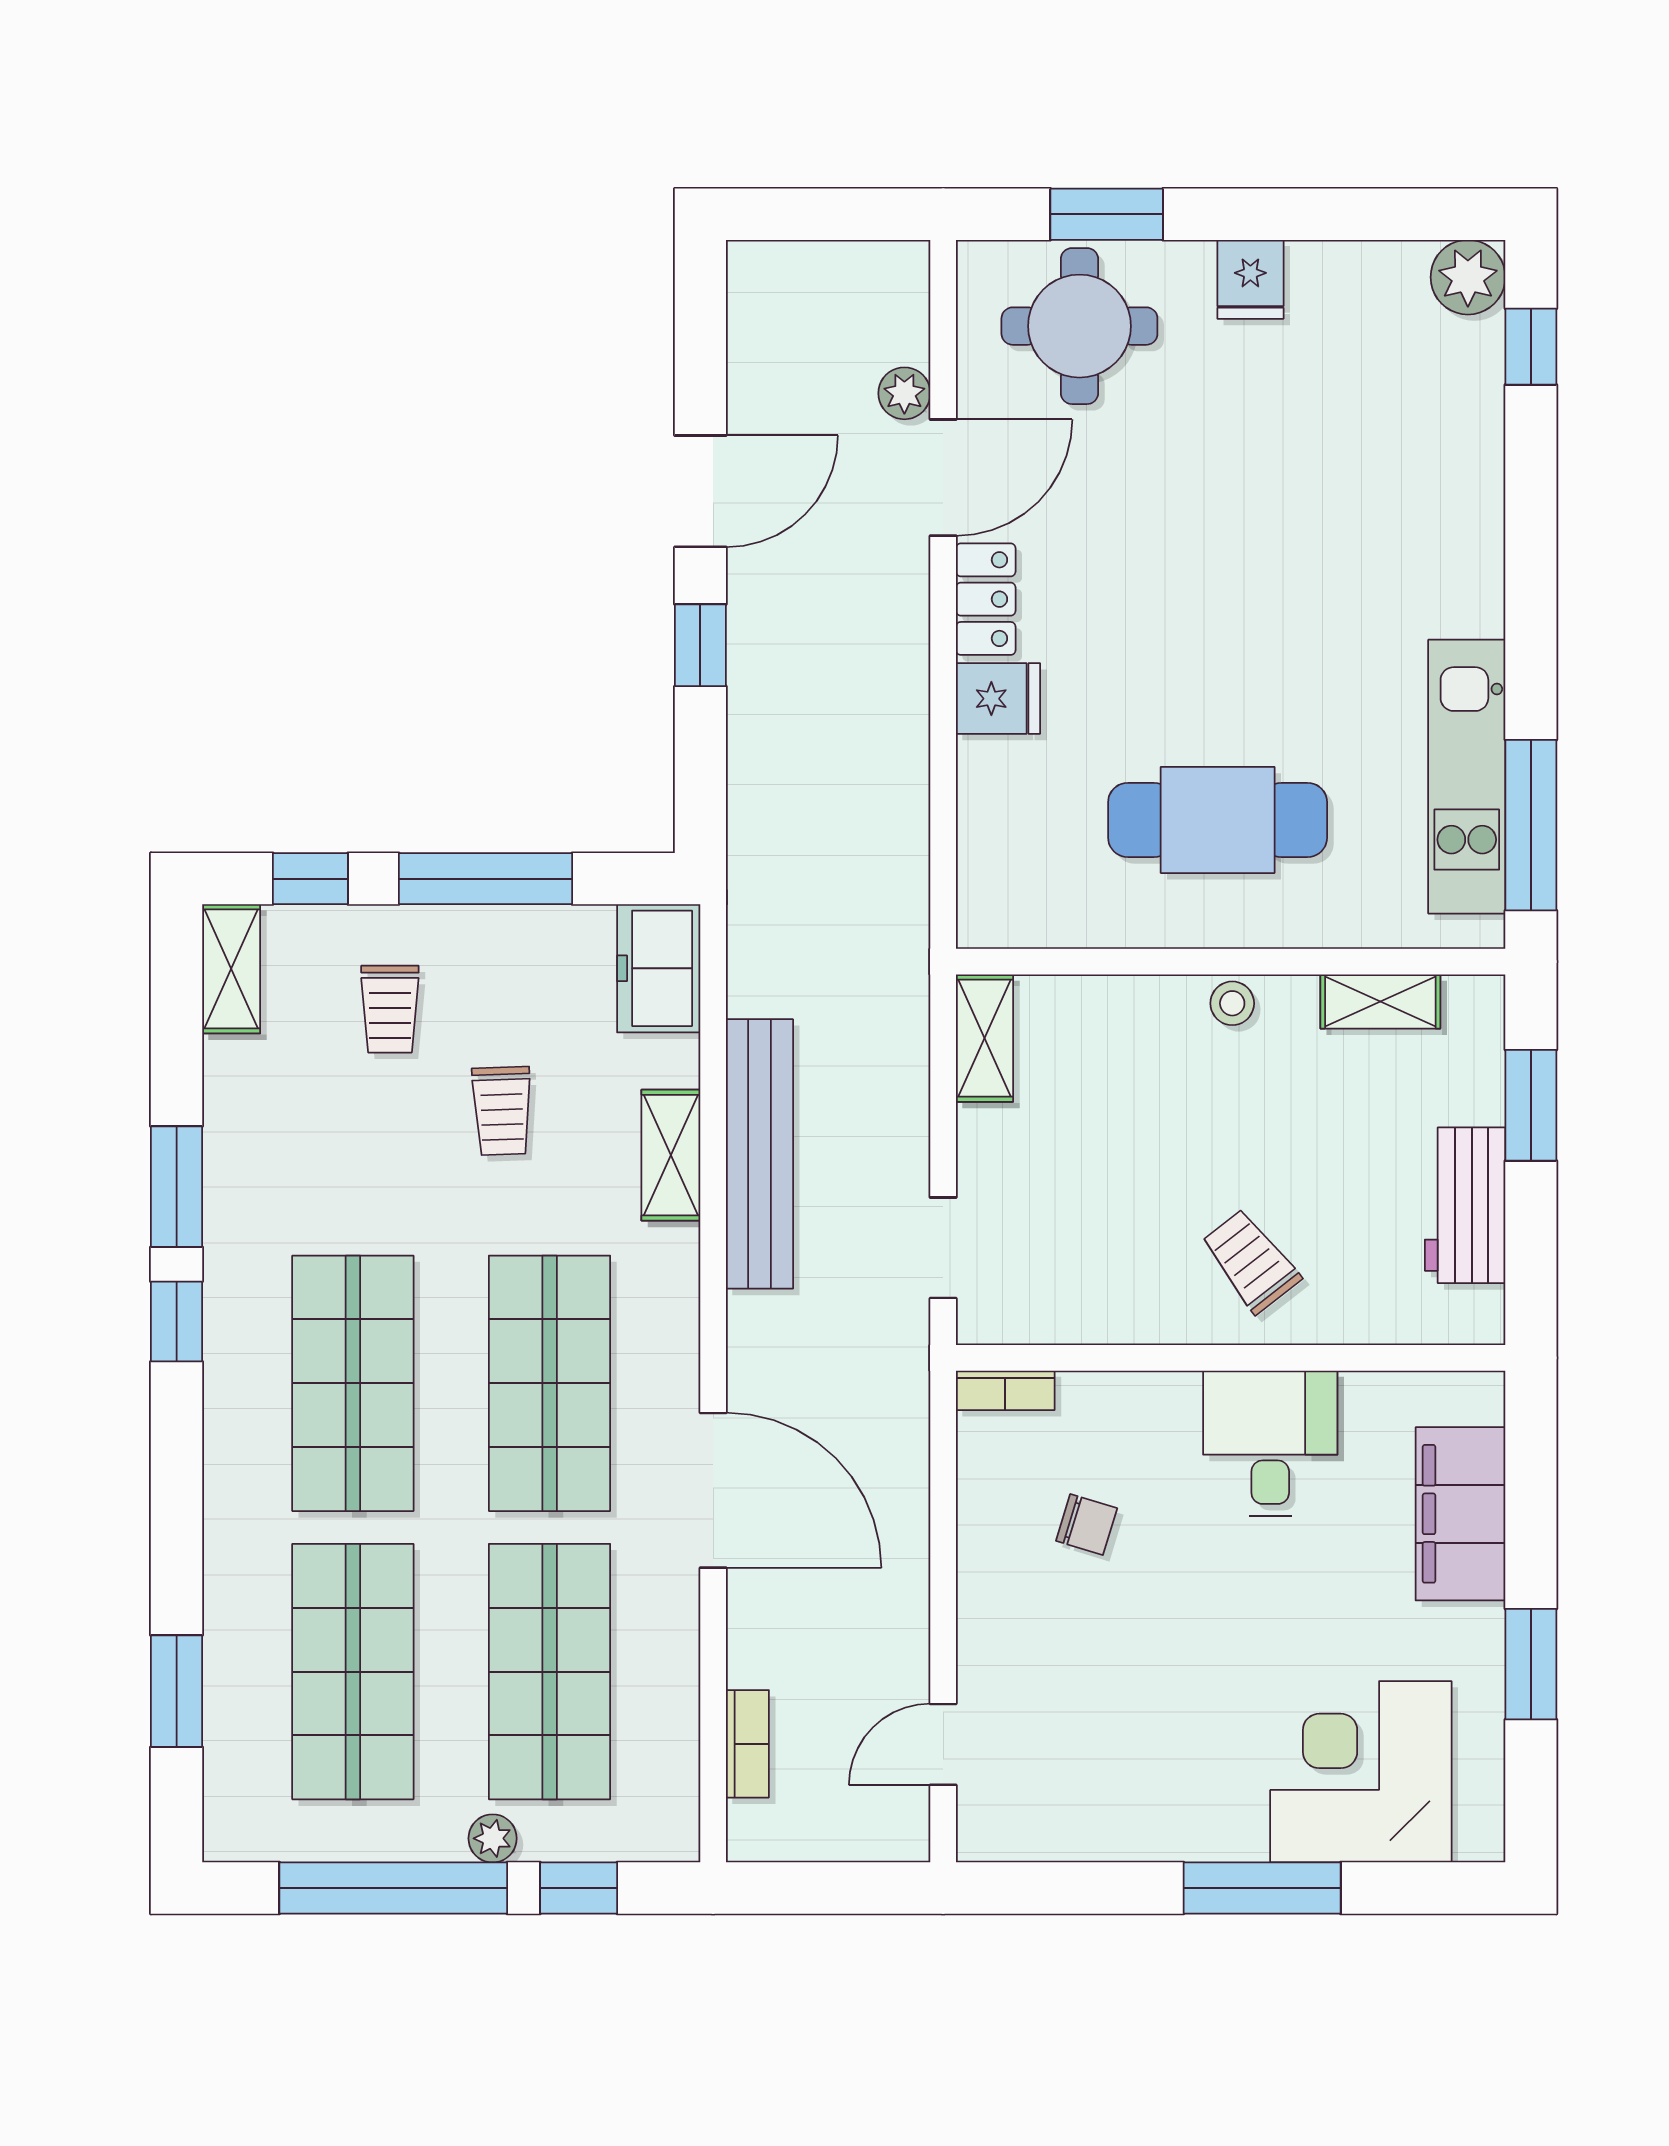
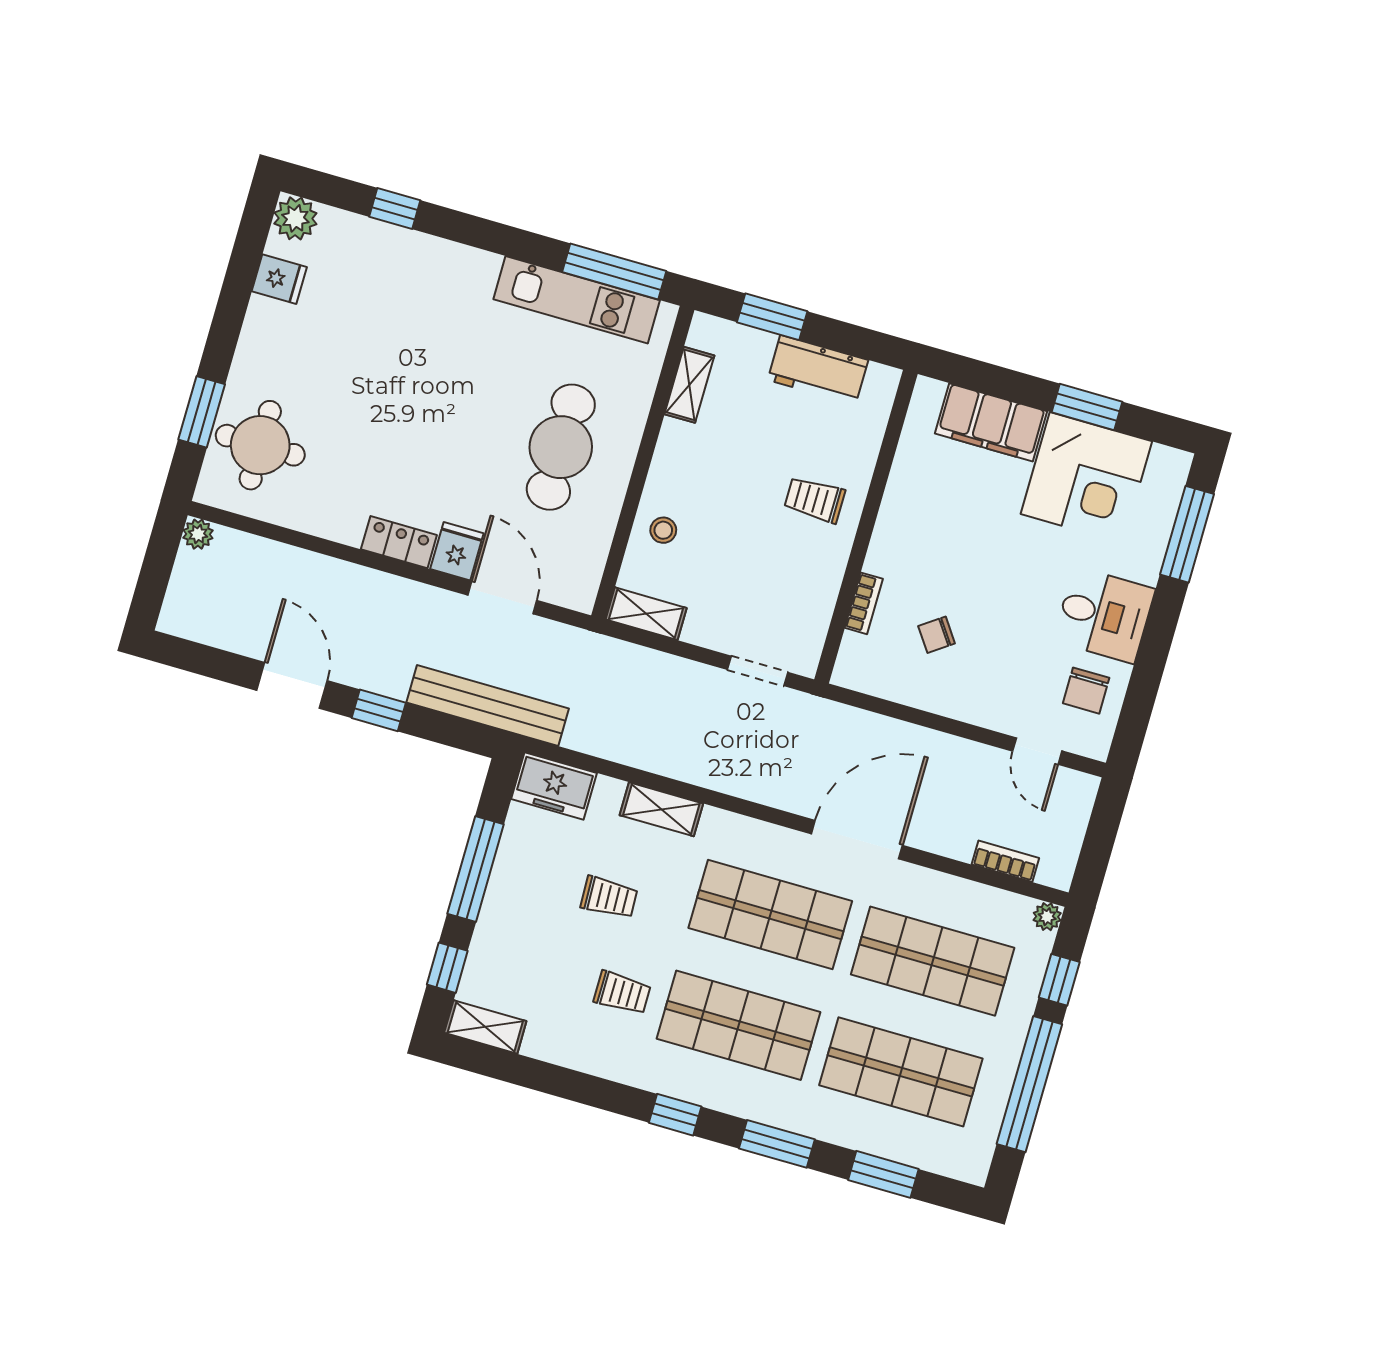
fridge: (1250, 279) -> (279, 279), moved
window: (1531, 347) -> (395, 209), moved
plant: (904, 393) -> (198, 534), moved
door: (943, 478) -> (502, 598), moved
stool: (1232, 1003) -> (663, 530), moved
trolley: (390, 1009) -> (622, 993), moved
bench: (759, 1154) -> (488, 705), moved
window: (177, 1187) -> (777, 1144), moved
trolley: (1251, 1261) -> (815, 500), turned 38
bookcase: (1005, 1390) -> (864, 603), moved
desk: (1270, 1443) -> (1104, 615), moved, turned 180
chair: (1087, 1525) -> (937, 635), turned -142
corner desk: (1361, 1772) -> (1086, 478), moved, turned -90
chair: (1065, 1796) -> (1086, 691), added
plant: (493, 1838) -> (1047, 917), moved
window: (1262, 1888) -> (1187, 534), moved

